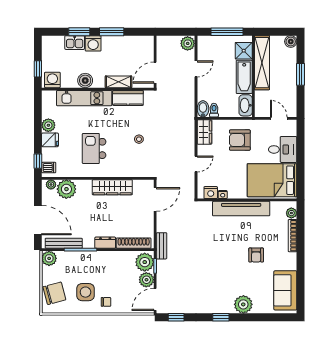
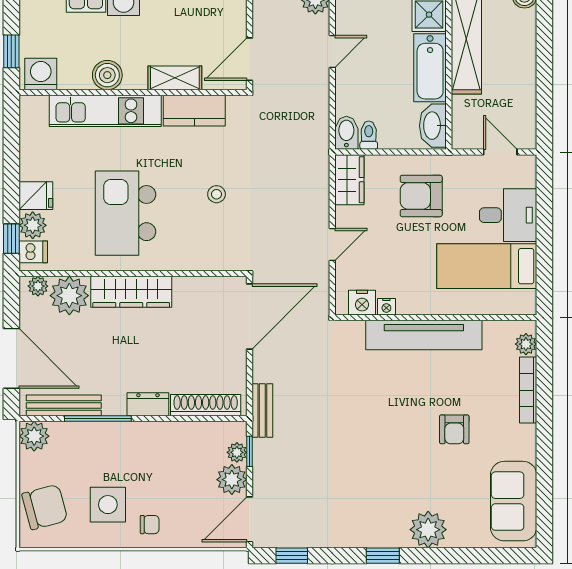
window: (301, 74) -> (544, 63), removed
plant: (48, 125) -> (33, 225), moved
kitchen island: (94, 148) -> (125, 213), width x1.37, depth x1.28
bed: (272, 180) -> (487, 266), width x0.67
wardrobe: (112, 187) -> (131, 292), moved
door: (155, 199) -> (249, 317), width x1.36
plant: (145, 262) -> (237, 452), width x0.53, depth x0.53

